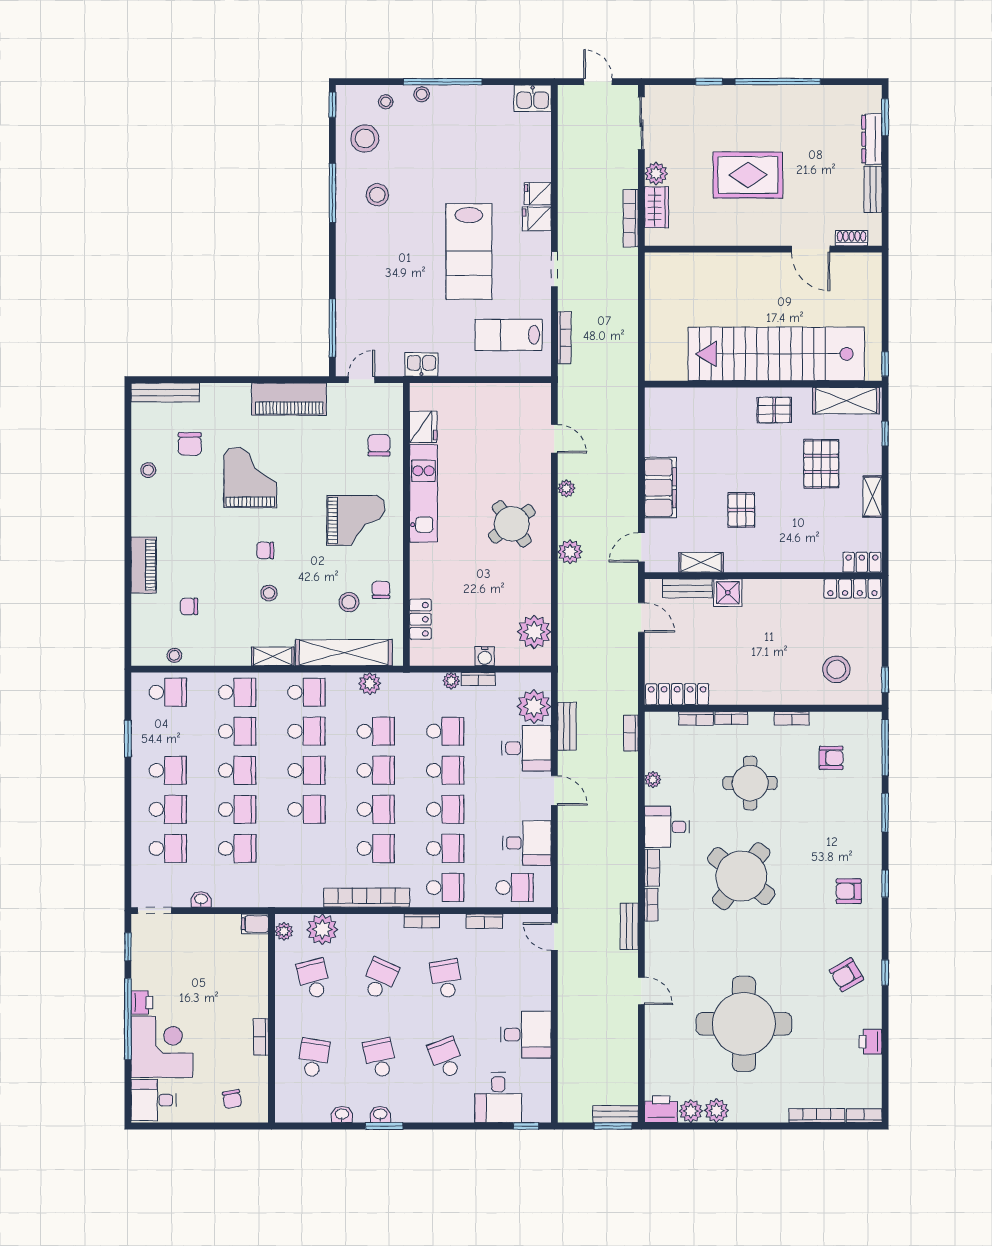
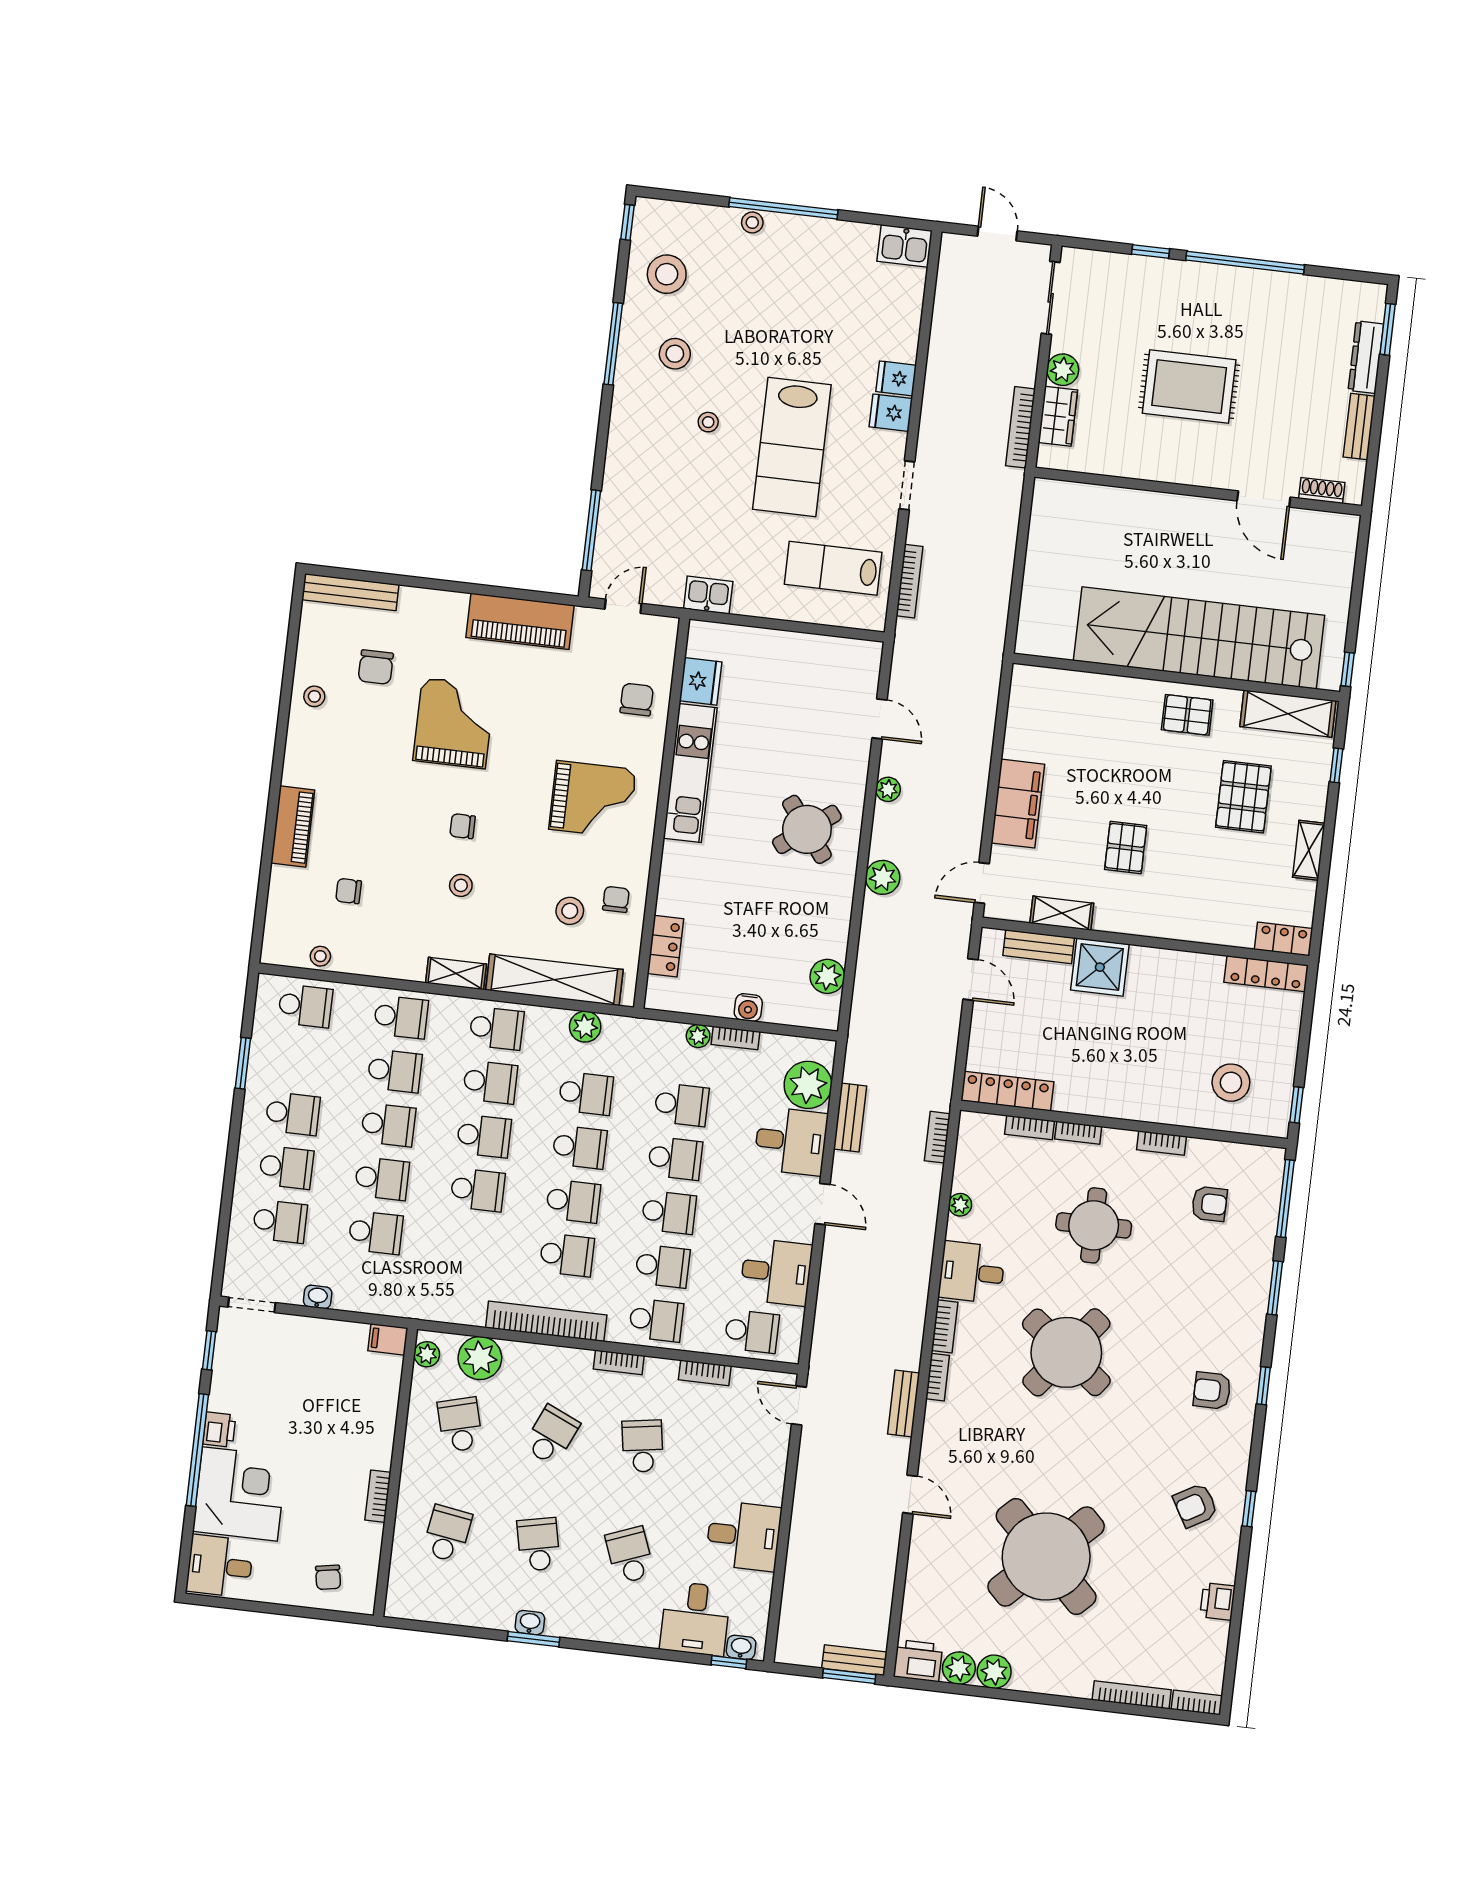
stool: (386, 102) -> (708, 422), moved
shower: (728, 593) -> (1100, 967), width x1.36, depth x1.36
plant: (534, 632) -> (827, 976), width x0.73, depth x0.73
round table: (744, 1024) -> (1046, 1557), turned 45
washbasin: (342, 1114) -> (741, 1647), moved

